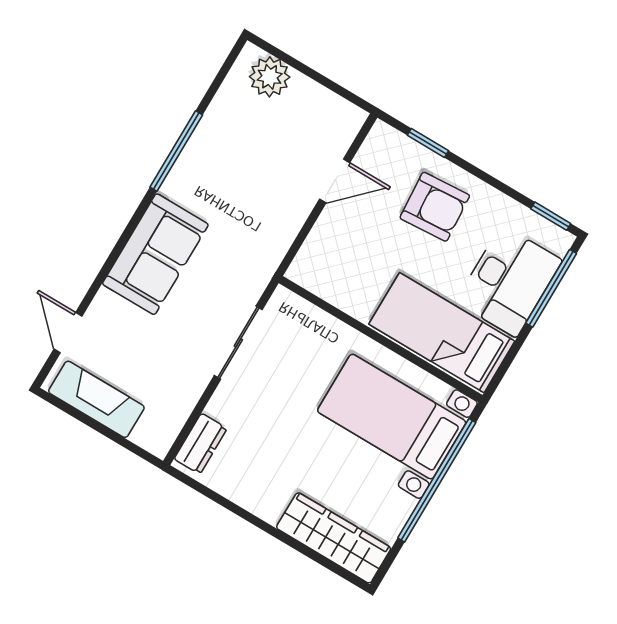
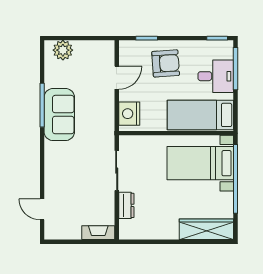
sofa: (155, 254) -> (59, 115), moved
nightstand: (319, 256) -> (129, 114), added
desk: (509, 281) -> (216, 76), width x0.73
fireplace: (96, 399) -> (98, 233), moved, width x0.73, depth x0.76
dresser: (201, 444) -> (126, 205), moved

